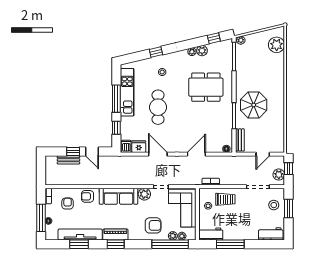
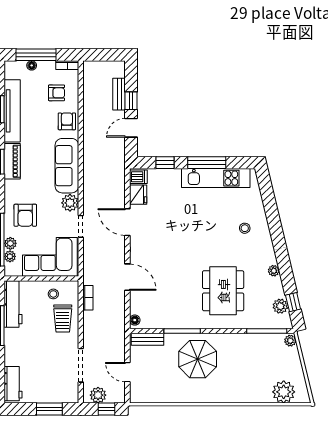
plant: (202, 51) -> (280, 306), moved
window: (156, 52) -> (273, 219), removed
cafe table: (158, 107) -> (194, 222), removed
door: (158, 154) -> (127, 222), swing flipped
stool: (274, 205) -> (54, 388), removed
workbench: (211, 234) -> (13, 304), width x1.38

